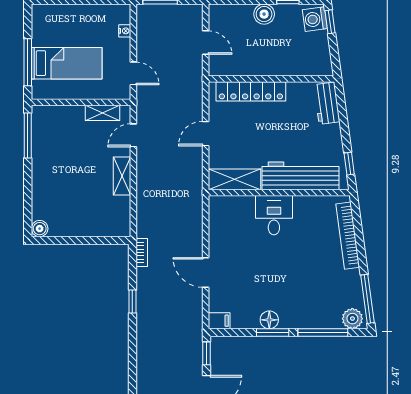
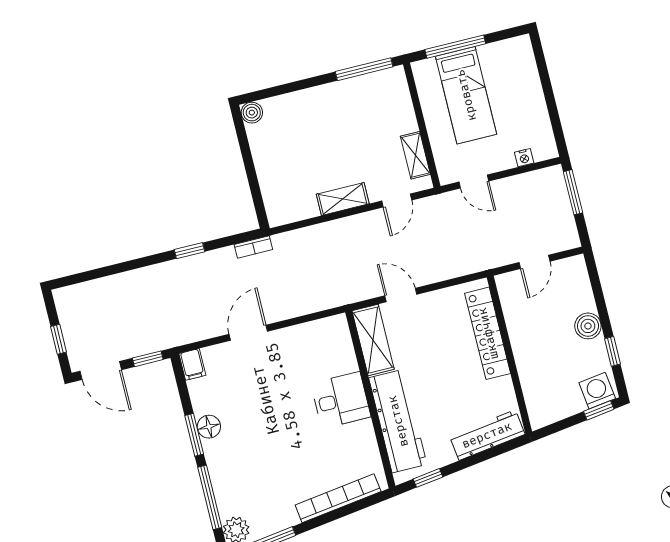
door: (133, 73) -> (474, 181), hinge flipped
workbench: (327, 103) -> (487, 435), width x1.38
door: (206, 134) -> (401, 295), moved
door: (133, 135) -> (397, 201), swing flipped

